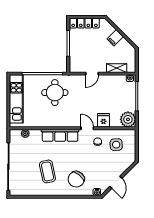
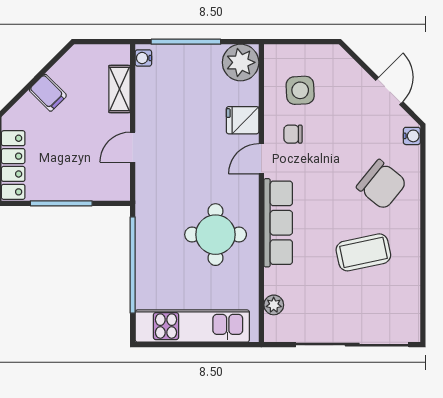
door: (92, 74) -> (133, 147), swing flipped
round table: (55, 93) -> (216, 235), moved
door: (116, 182) -> (389, 91), hinge flipped

